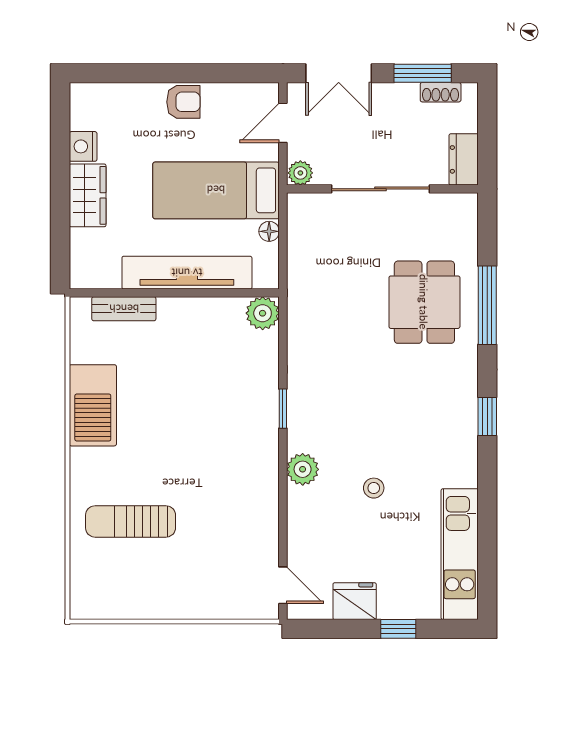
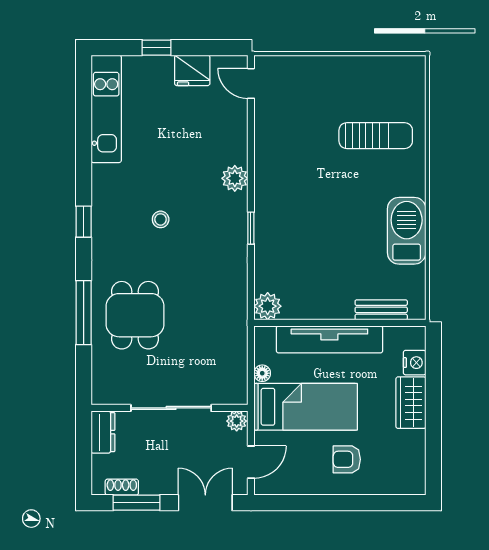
armchair: (183, 102) -> (347, 459), moved
nightstand: (83, 146) -> (415, 363), moved
stool: (374, 488) -> (161, 219), moved

